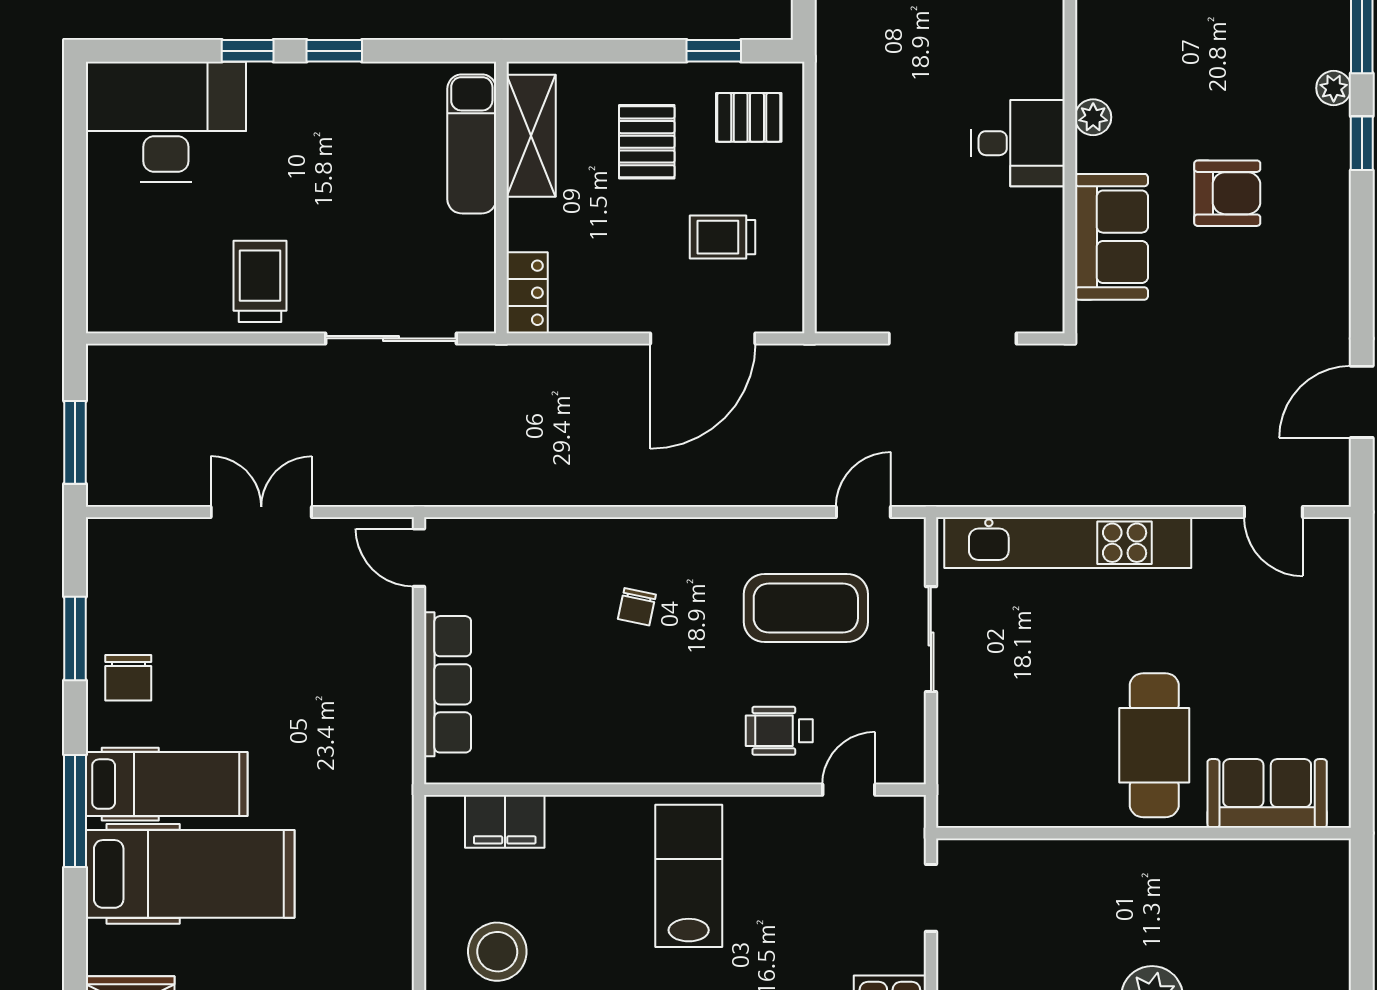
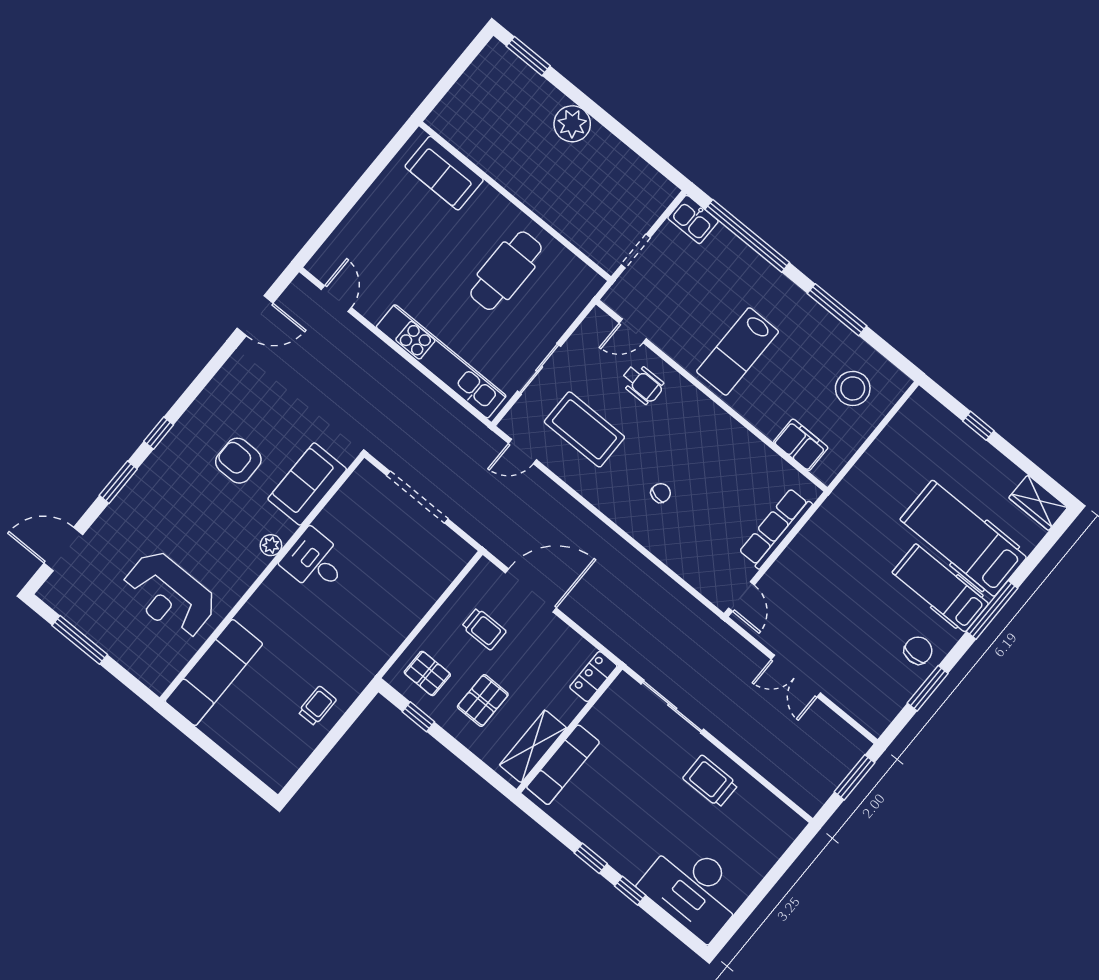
plant: (1334, 88) -> (151, 469), removed
trolley: (260, 281) -> (710, 781), turned 90
cafe table: (1154, 745) -> (506, 271), moved

